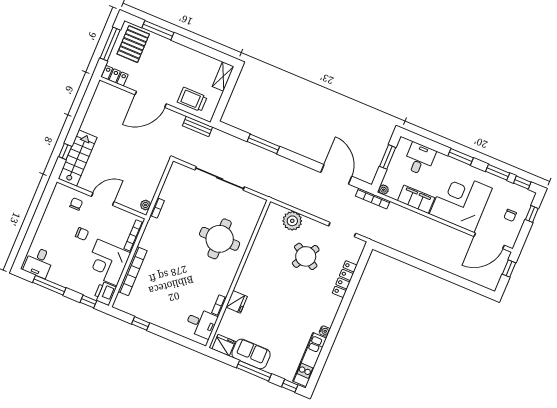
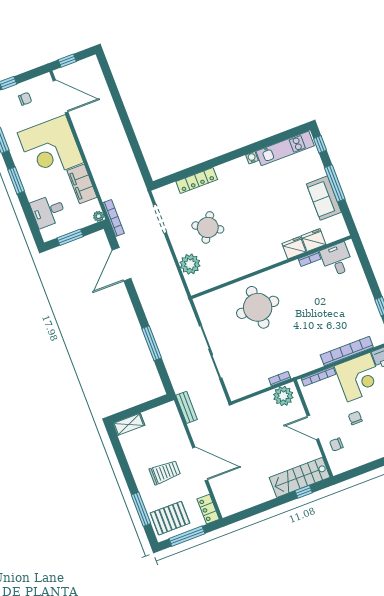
trolley: (192, 99) -> (165, 472), moved, turned -90
plant: (145, 205) -> (283, 396), width x1.88, depth x1.88
fridge: (224, 345) -> (314, 240), moved, turned 90

